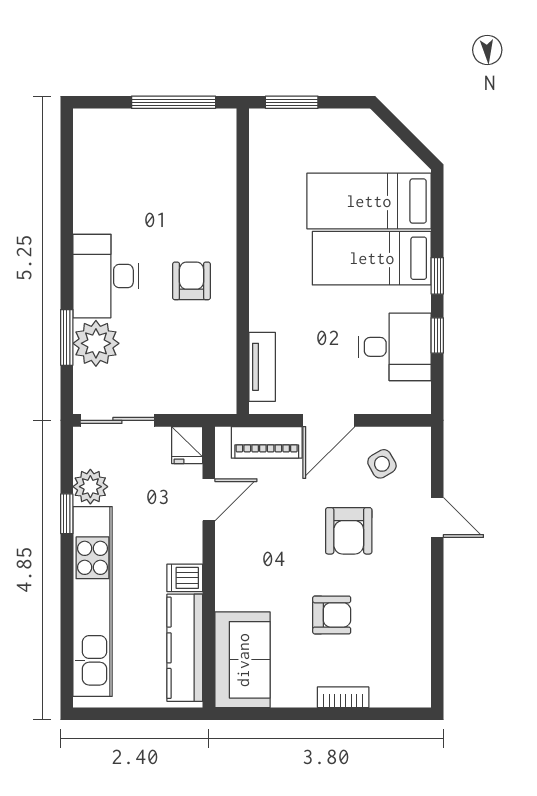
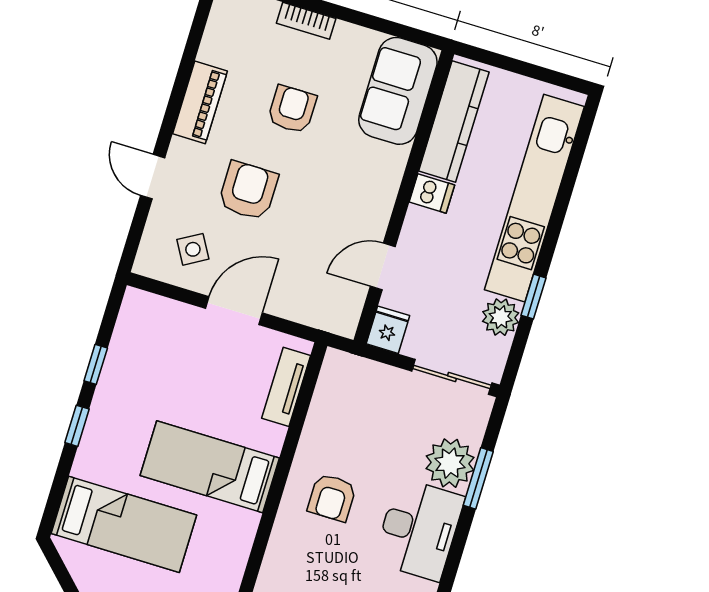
bed: (372, 258) -> (210, 467), moved, turned 180
desk: (395, 347) -> (143, 366), removed
piano: (267, 442) -> (200, 102), moved, turned 90
armchair: (332, 615) -> (292, 109), turned 90

